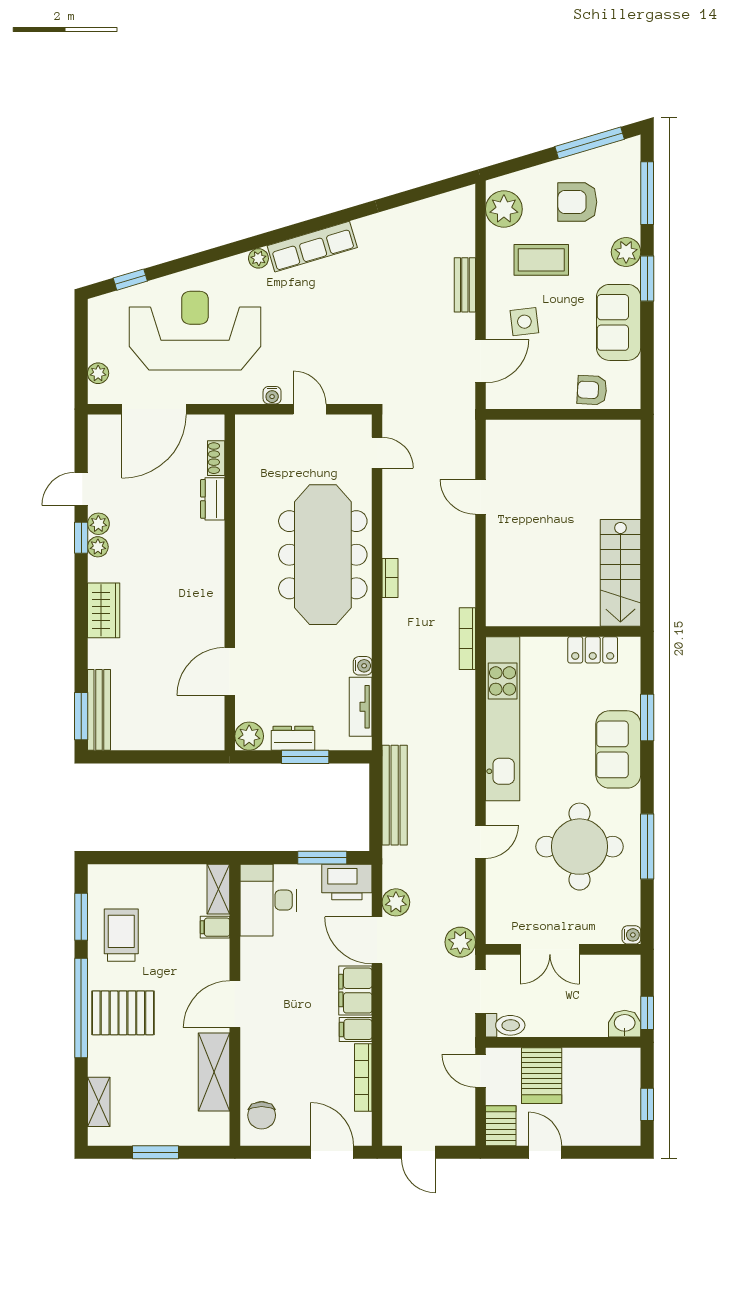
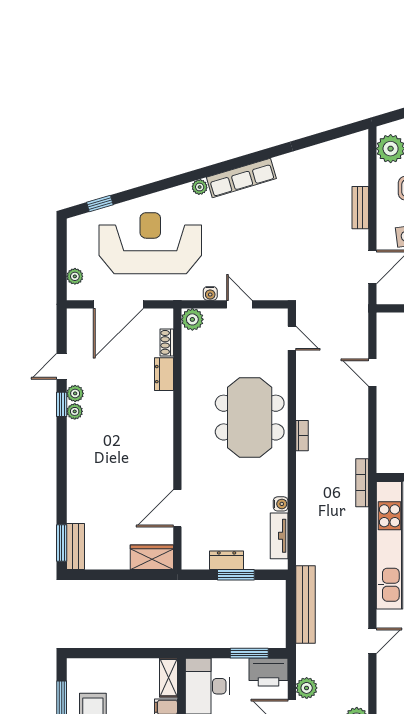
meeting table: (323, 555) -> (250, 418), width x0.73
wardrobe: (104, 610) -> (152, 557), moved, turned -90
bench: (99, 710) -> (76, 547), width x0.73
plant: (249, 736) -> (192, 319), moved

